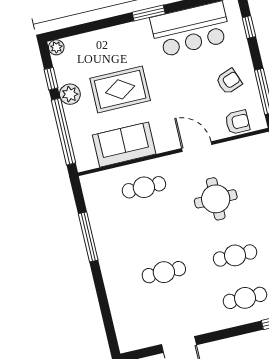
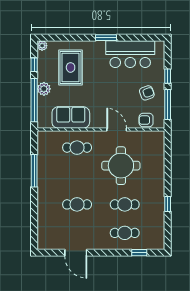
window: (249, 27) -> (168, 76), moved
rug: (120, 89) -> (71, 67), moved, turned 90
plant: (70, 94) -> (44, 89), moved
armchair: (237, 122) -> (146, 120), turned 180
round table: (216, 199) -> (121, 166), width x1.36, depth x1.36

